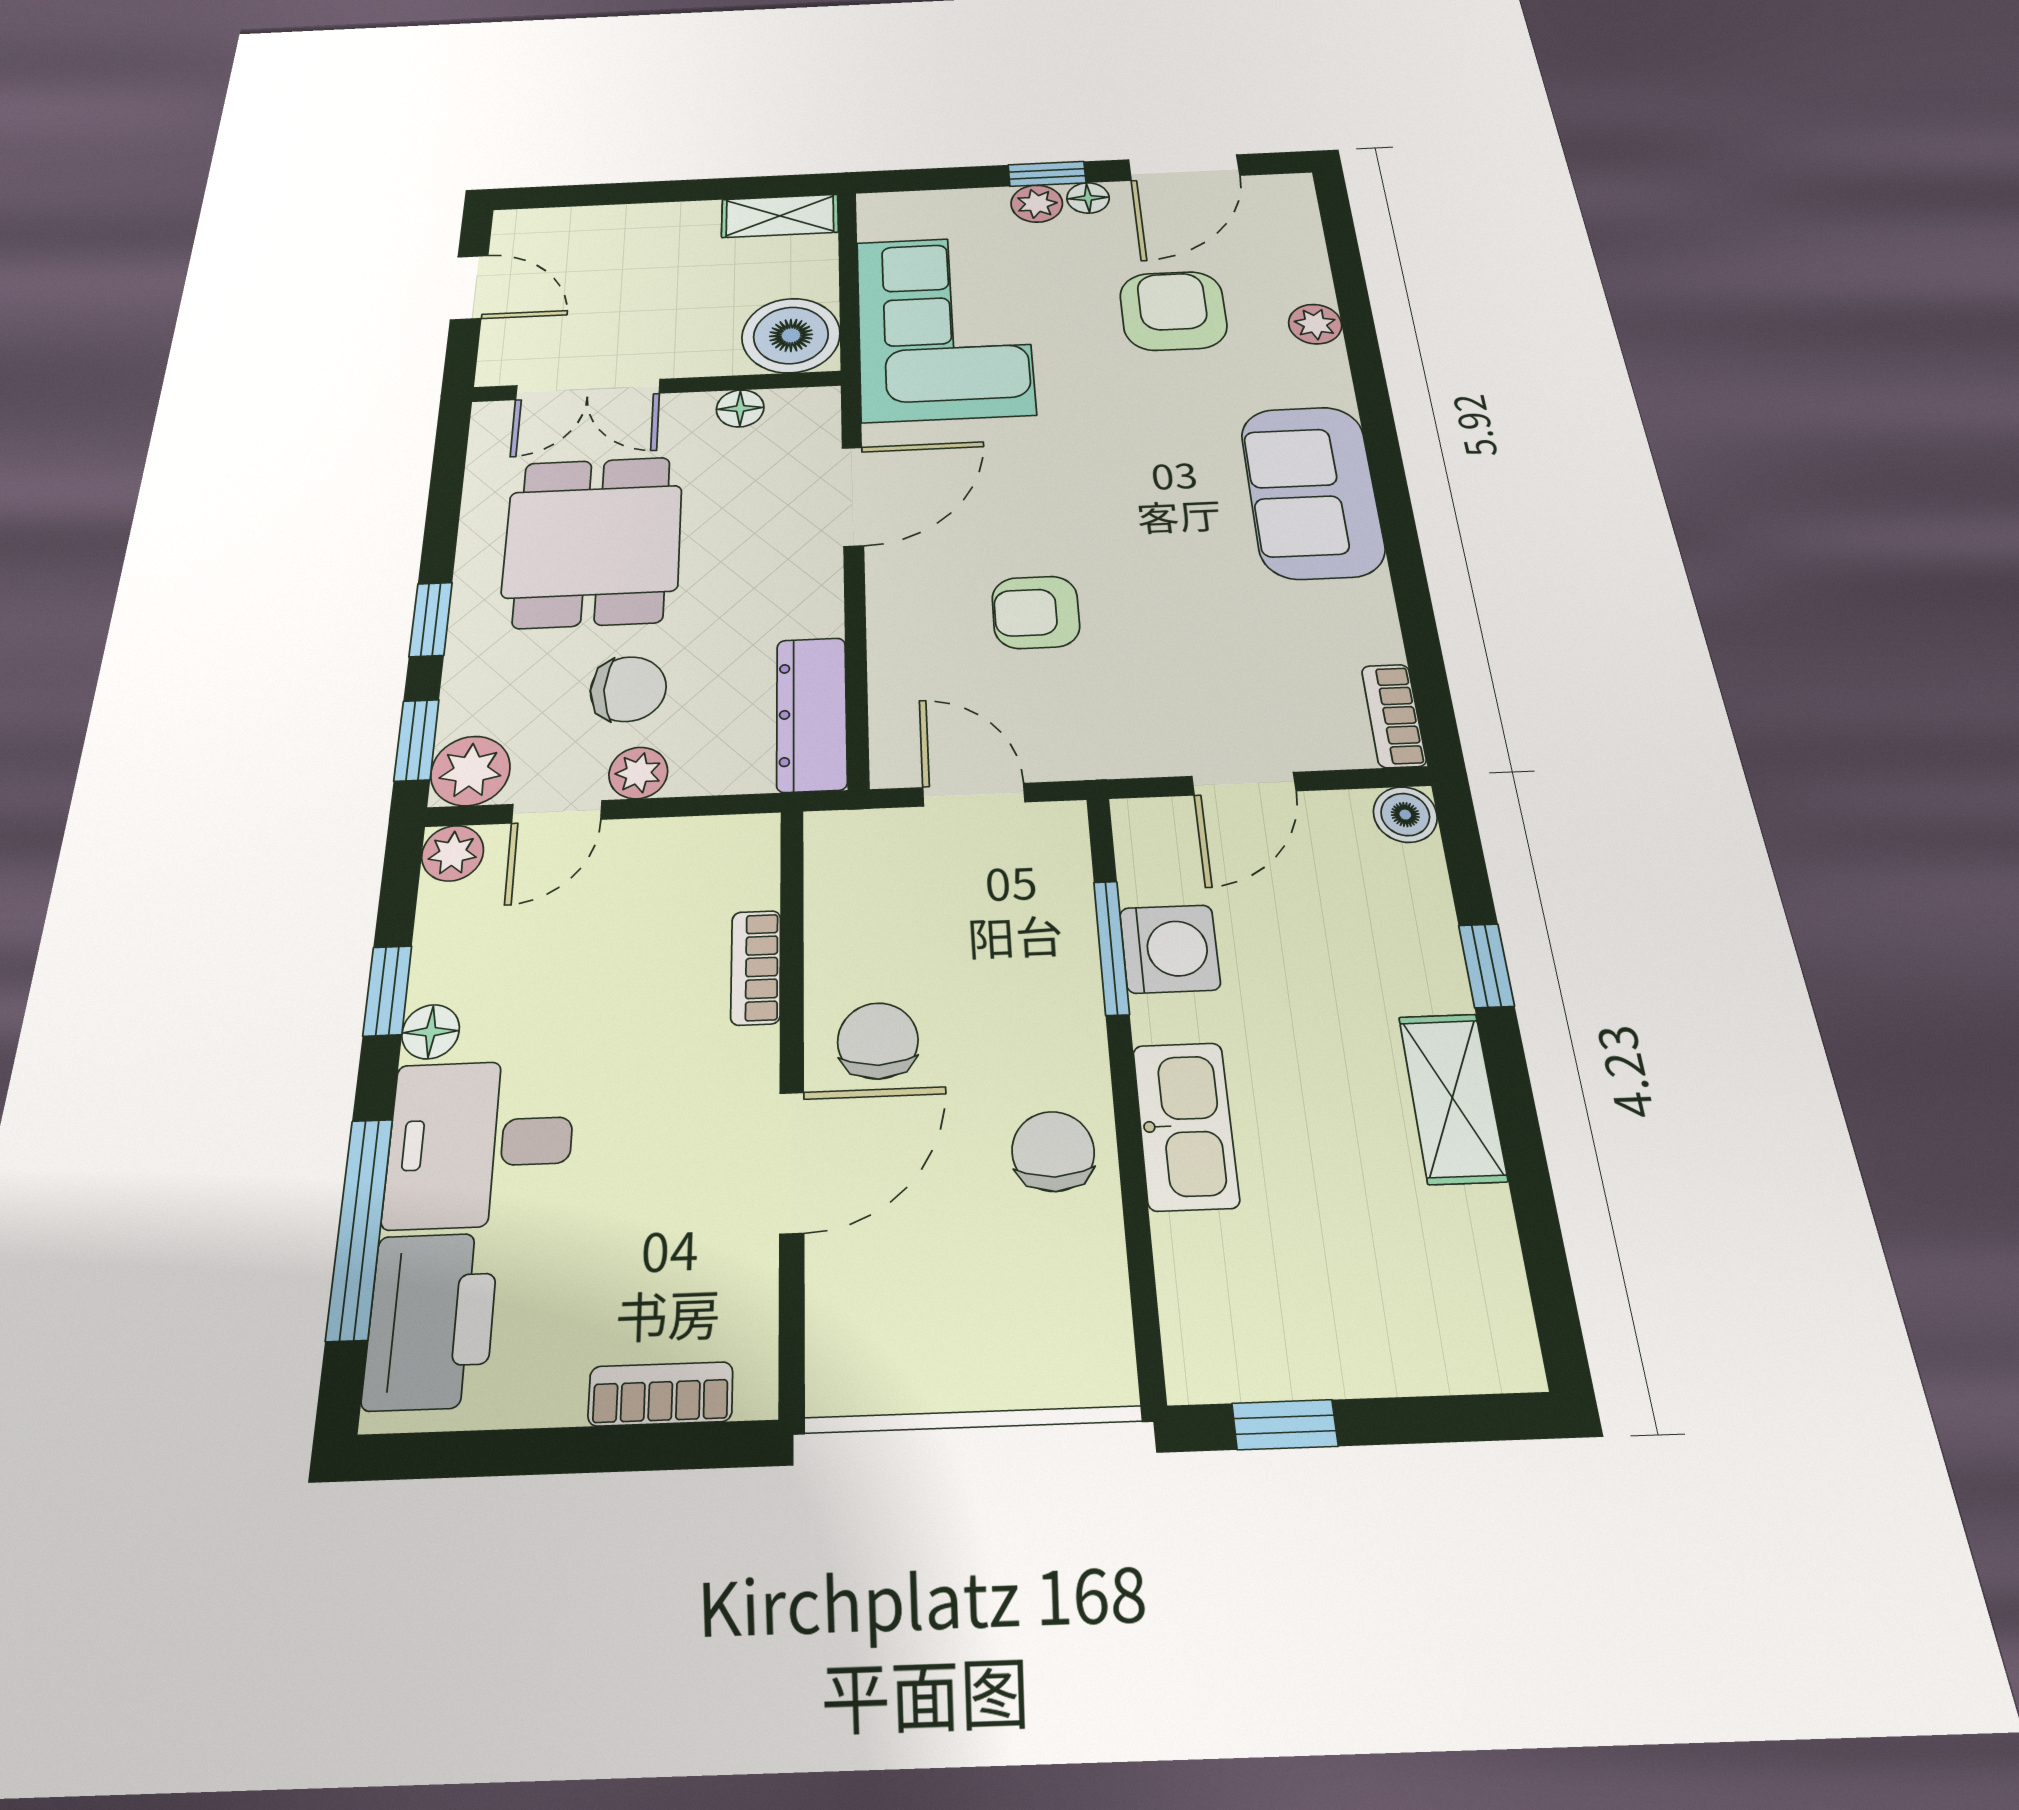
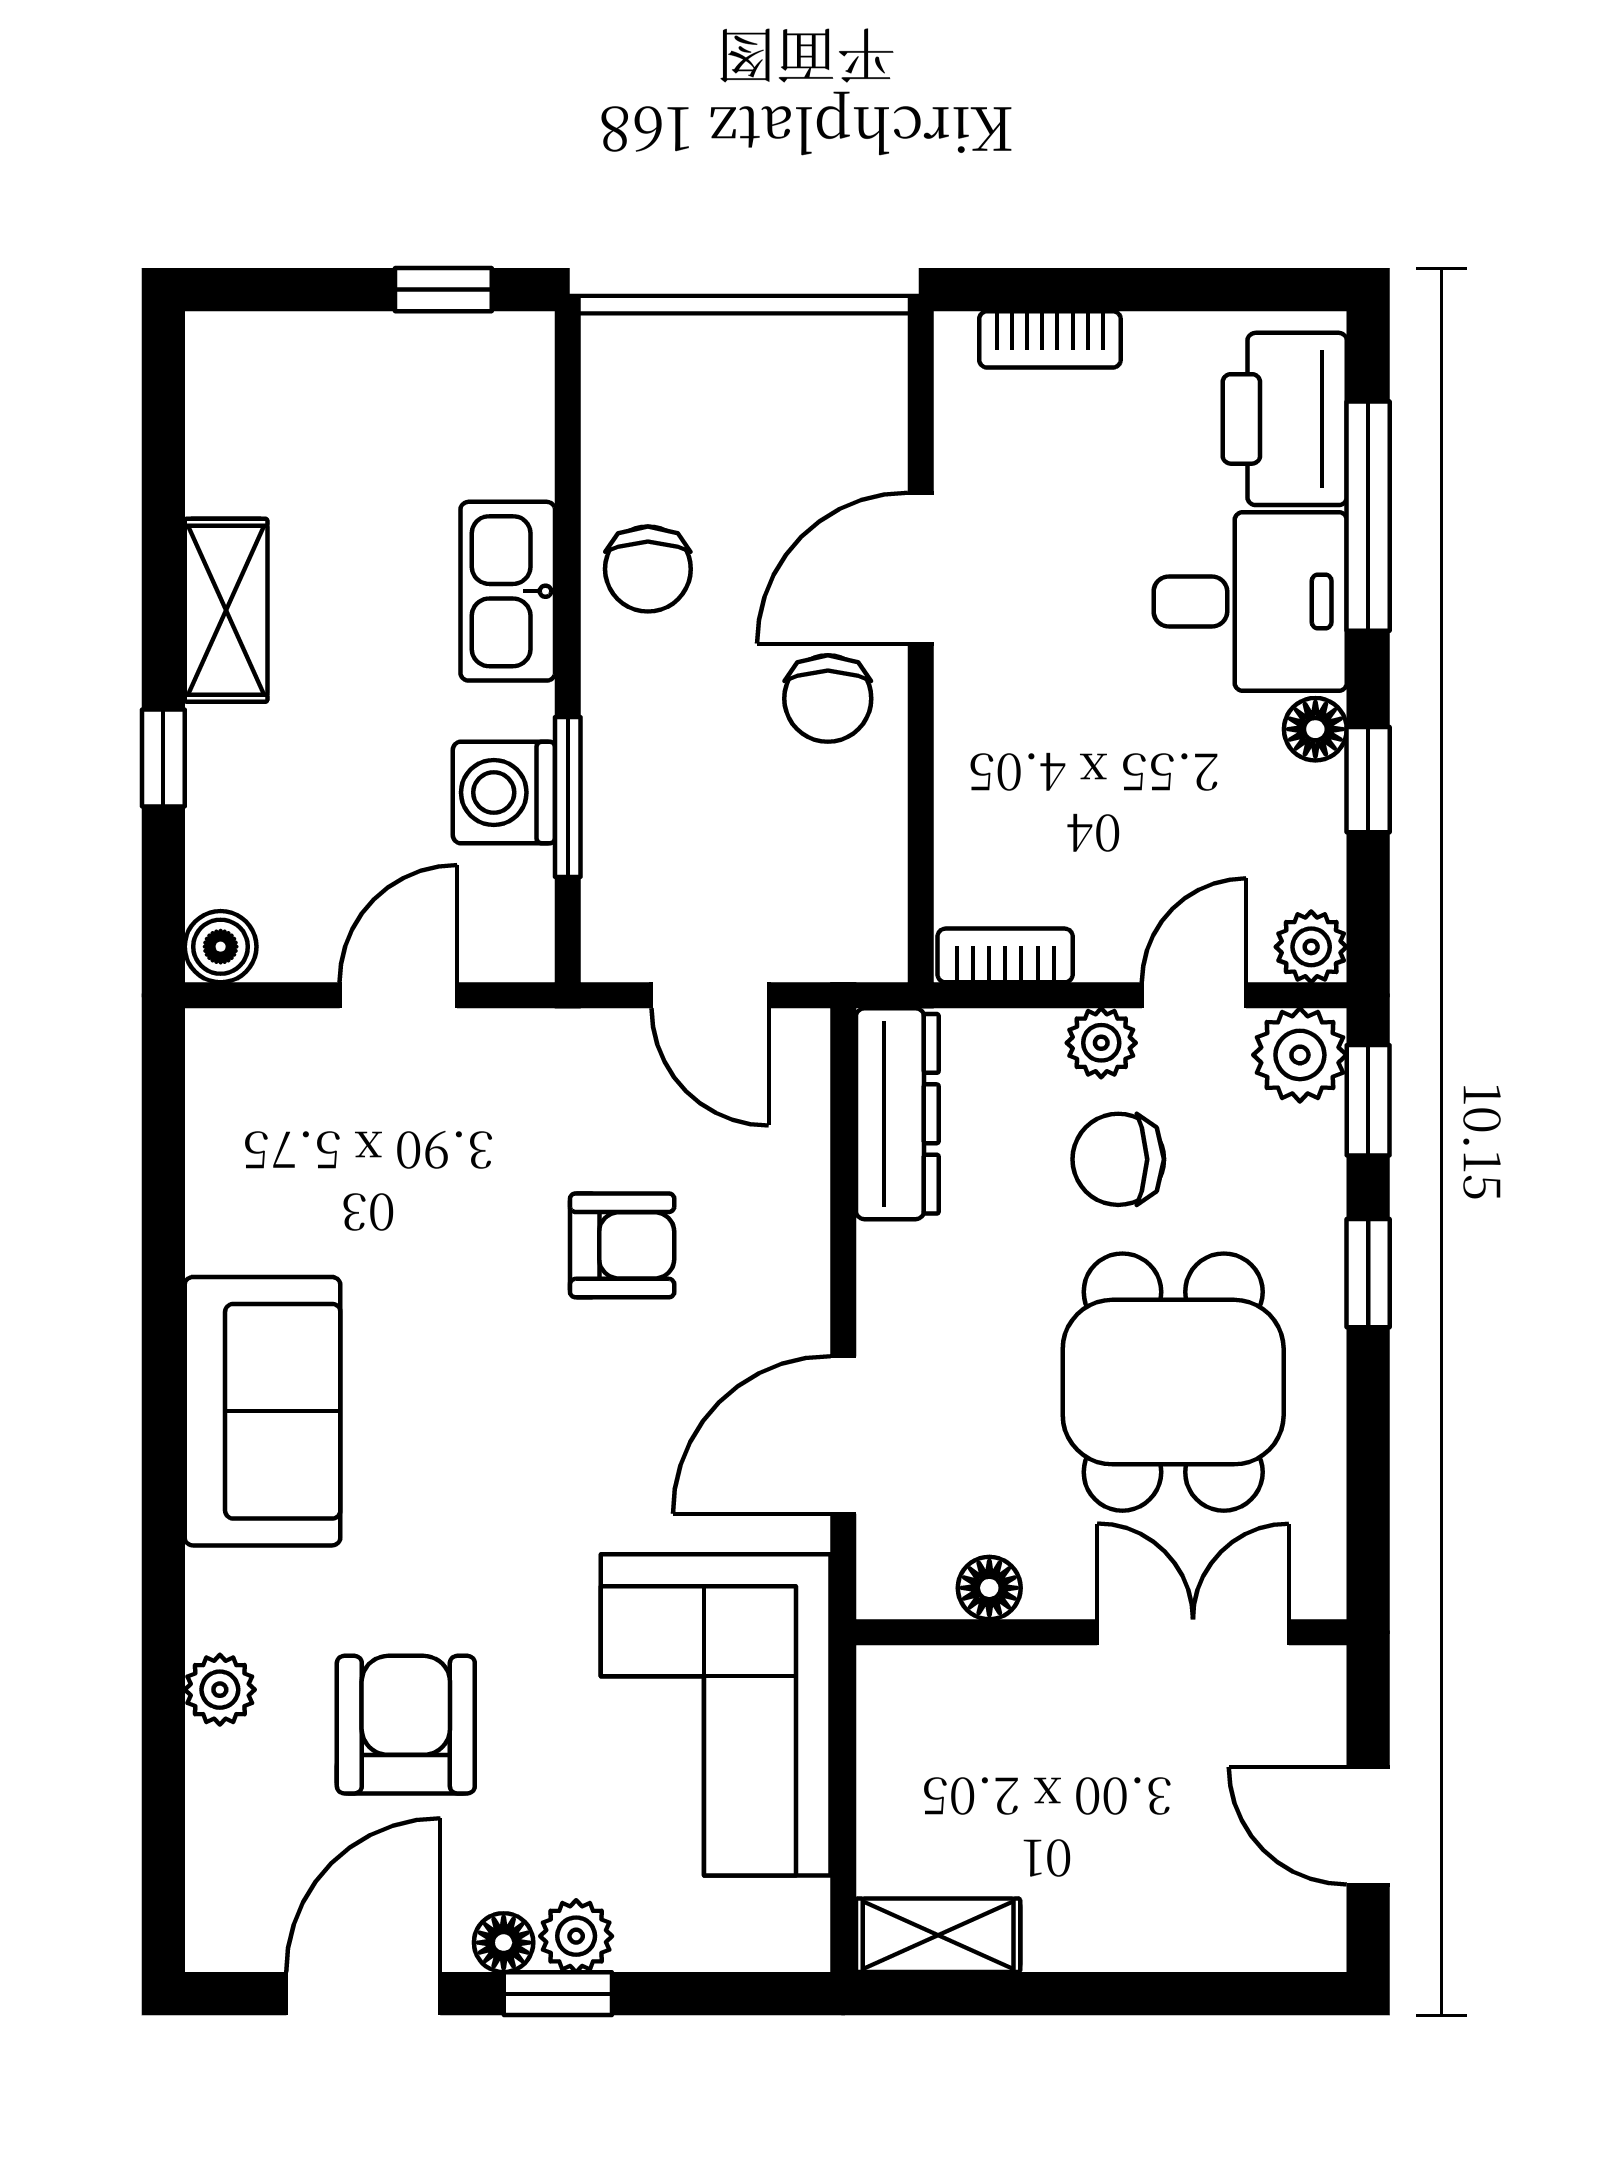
armchair: (1173, 311) -> (406, 1725), turned 180
boiler: (791, 335) -> (922, 1711), removed
bookcase: (1394, 716) -> (213, 1078), removed
bookcase: (756, 967) -> (1005, 955), moved, turned -90

